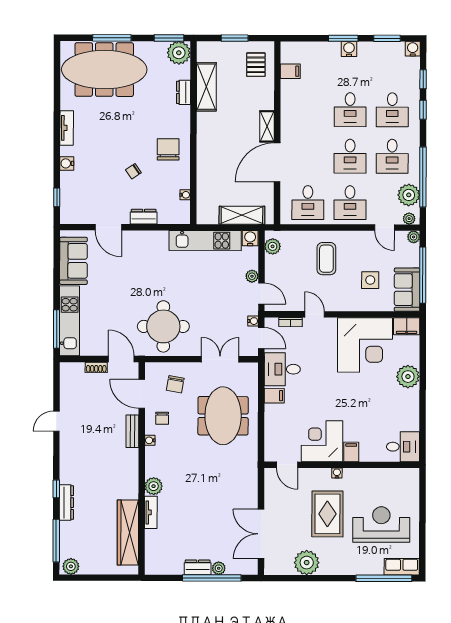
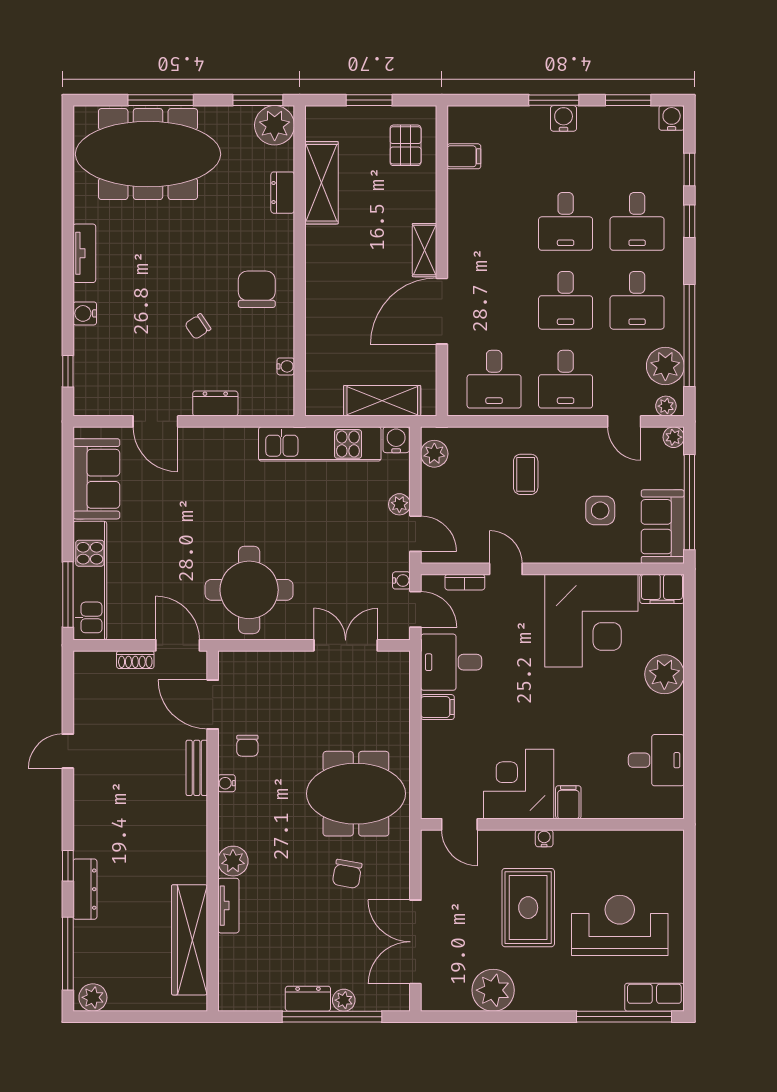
coffee table: (326, 259) -> (526, 474), width x0.73, depth x0.77
chair: (175, 384) -> (347, 874), moved
meeting table: (223, 416) -> (356, 794), moved, turned 90
desk: (403, 447) -> (656, 760), moved

